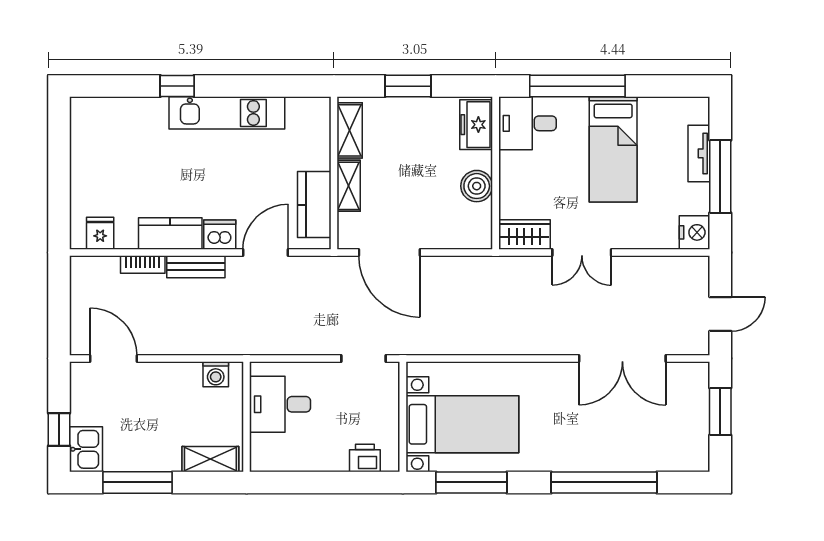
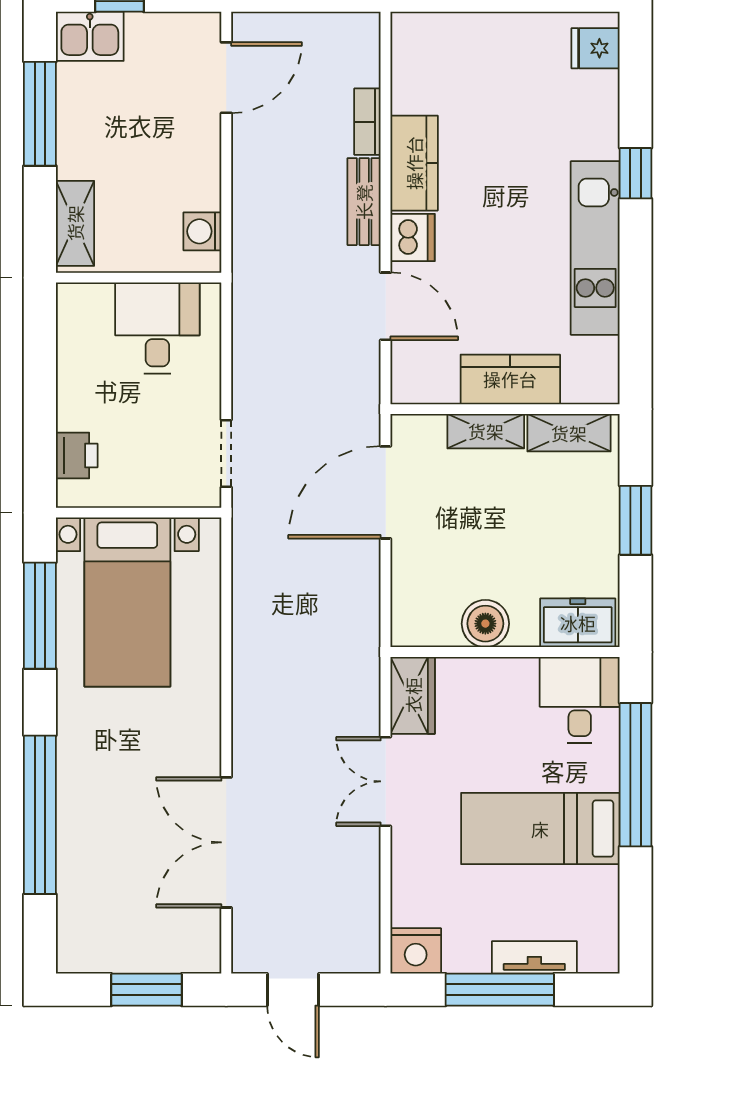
kitchen counter: (314, 205) -> (510, 379), moved
fridge: (100, 233) -> (596, 48), moved, turned 180

